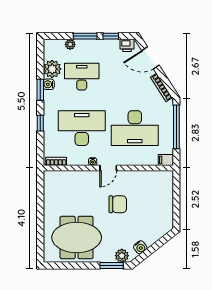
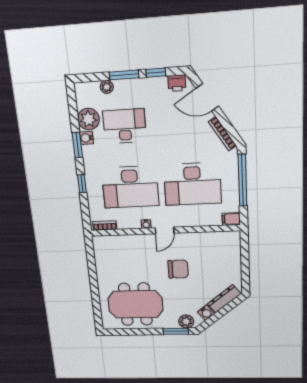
desk: (82, 128) -> (130, 187), turned 180
dresser: (157, 234) -> (224, 299), added

